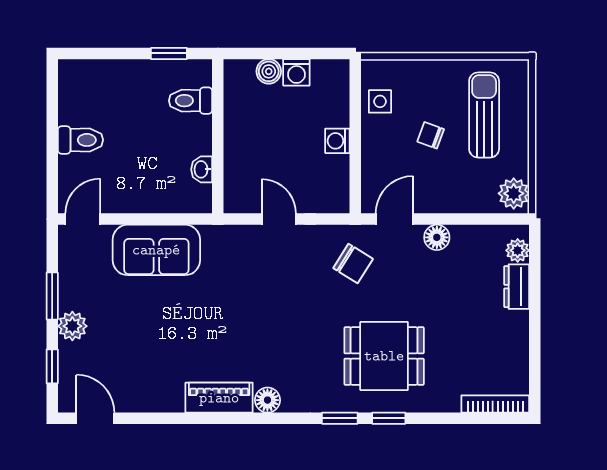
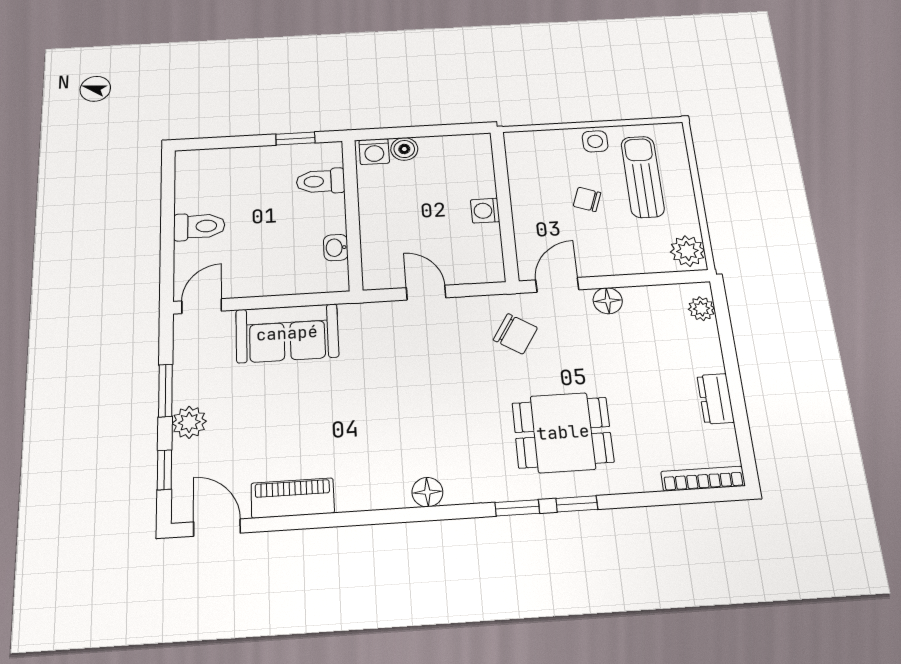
washing machine: (296, 72) -> (374, 152), moved
side table: (380, 101) -> (595, 141), moved
dresser: (517, 287) -> (716, 399), moved
piano: (219, 398) -> (293, 498), moved

